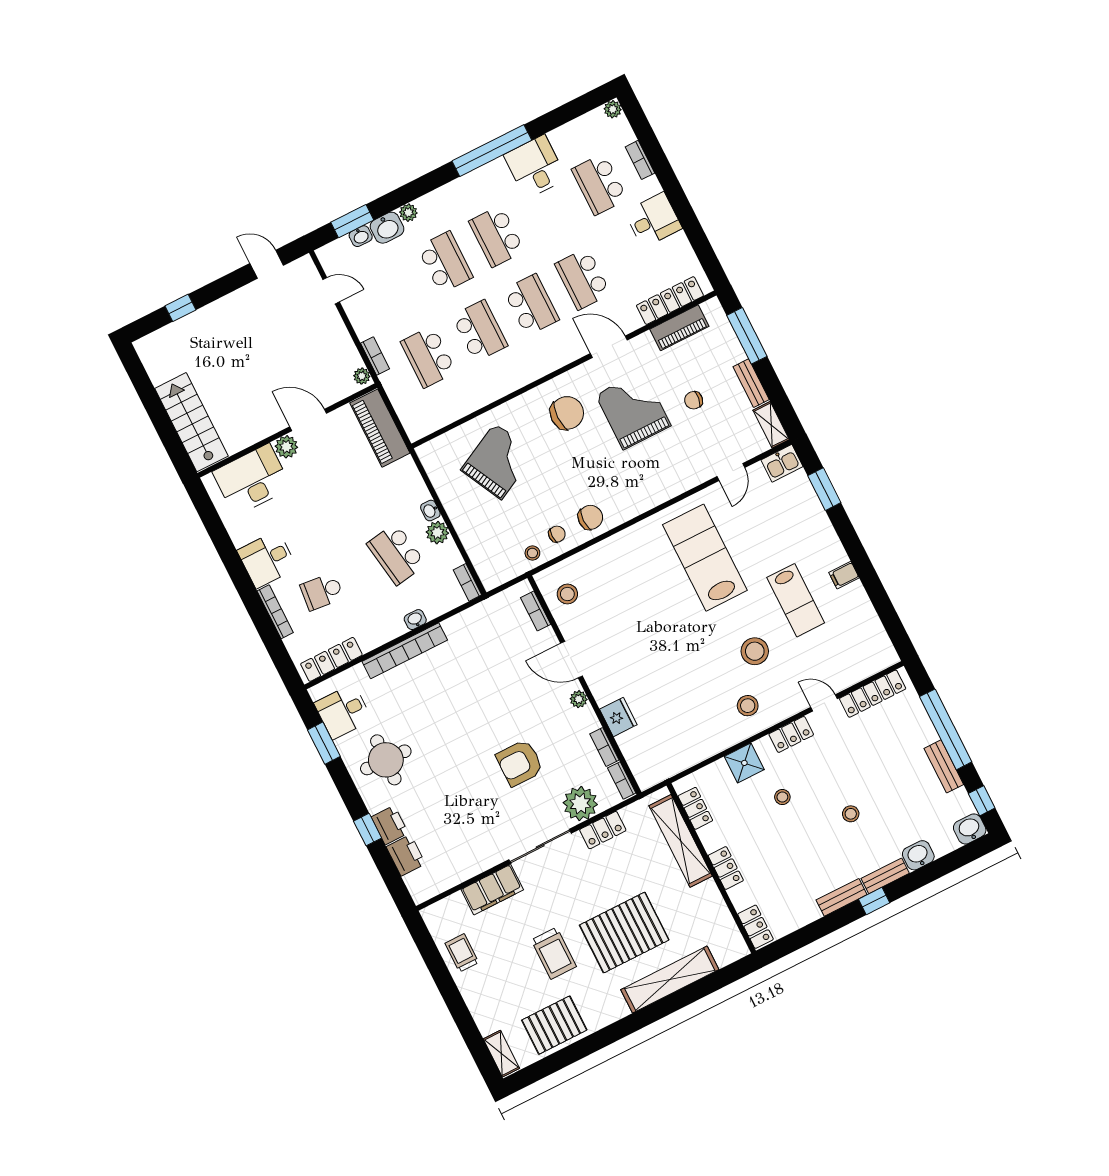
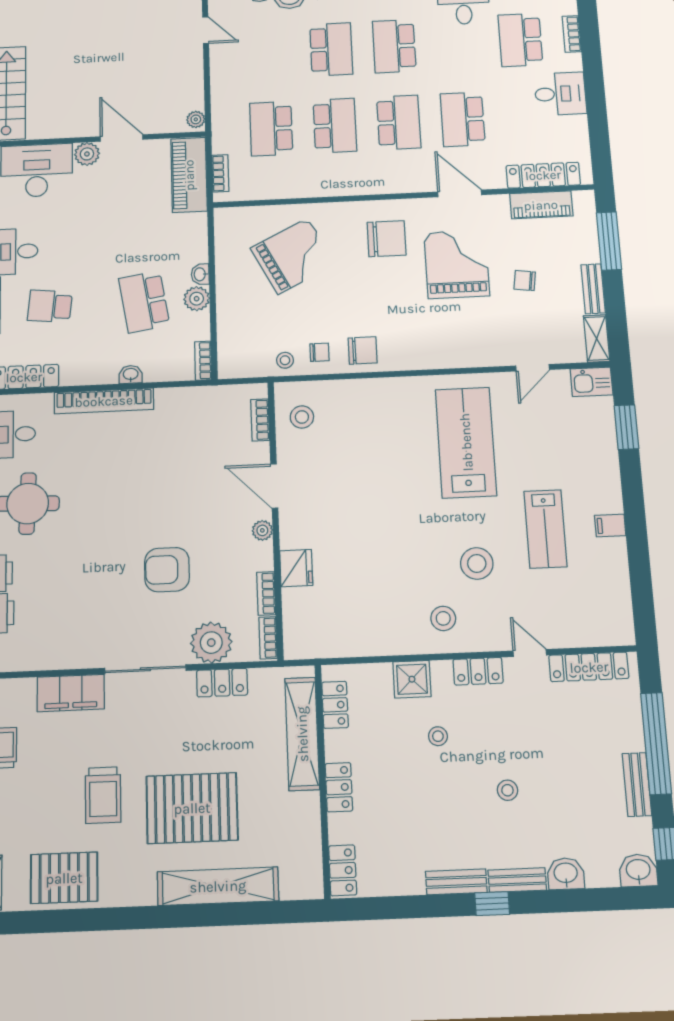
bookcase: (375, 356) -> (220, 173), moved

